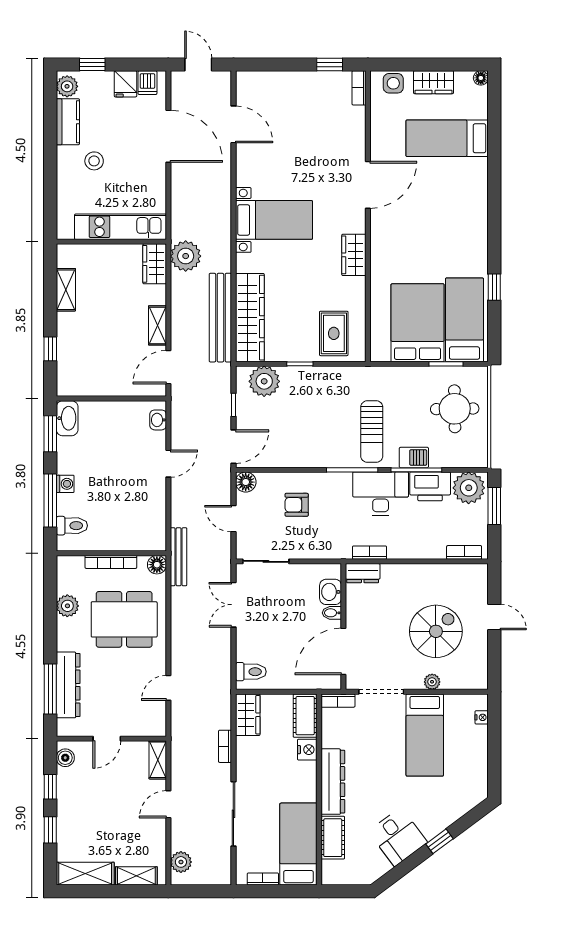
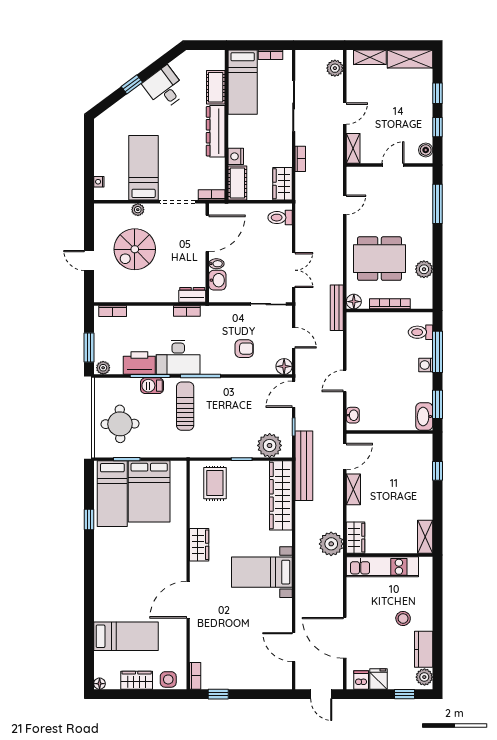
shelving: (66, 290) -> (425, 537), moved
bench: (220, 318) -> (304, 466), moved
plant: (469, 488) -> (103, 368), width x0.53, depth x0.53
dresser: (68, 685) -> (423, 207), removed

